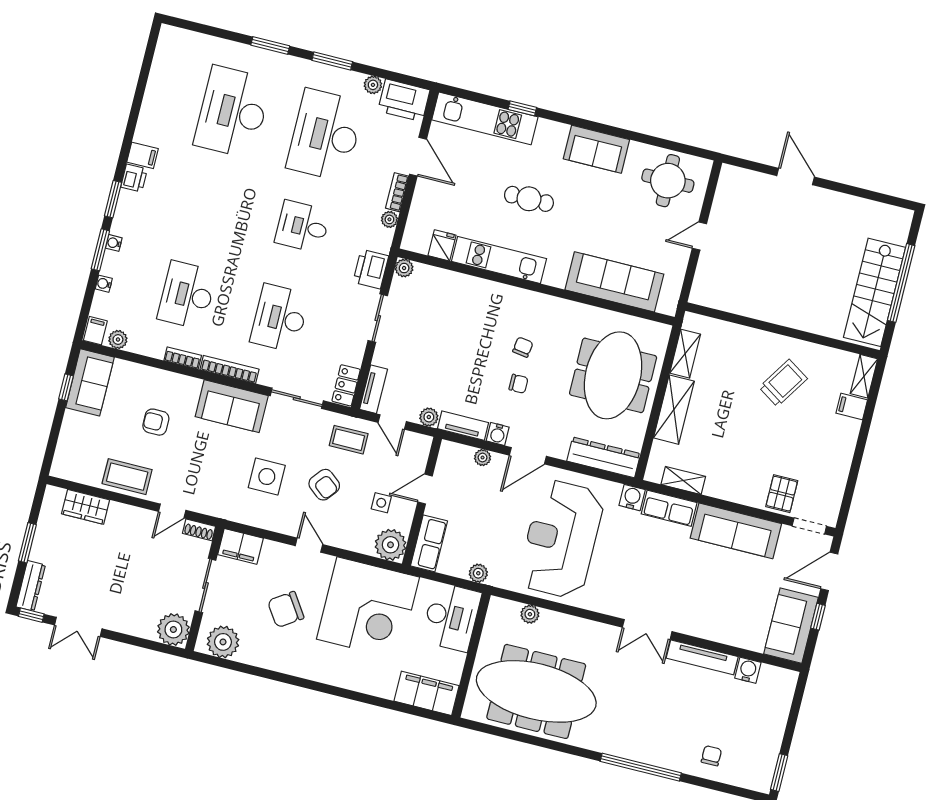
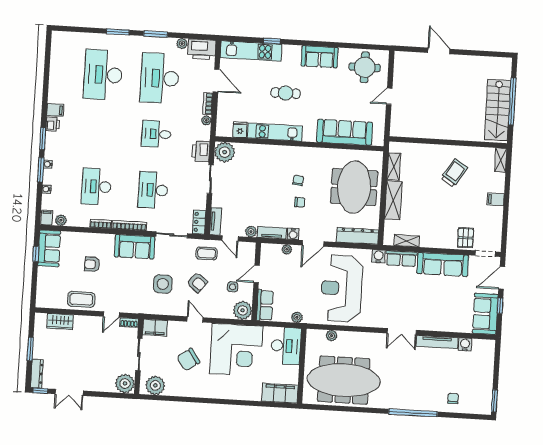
plant: (404, 268) -> (225, 152), width x1.87, depth x1.87
filing cabinet: (852, 407) -> (496, 199), moved

